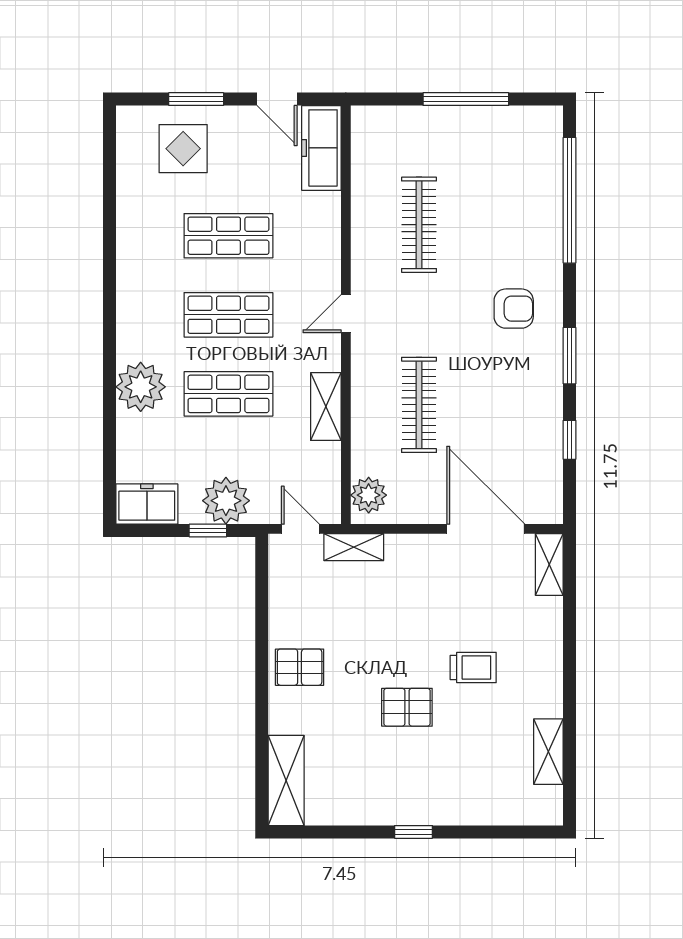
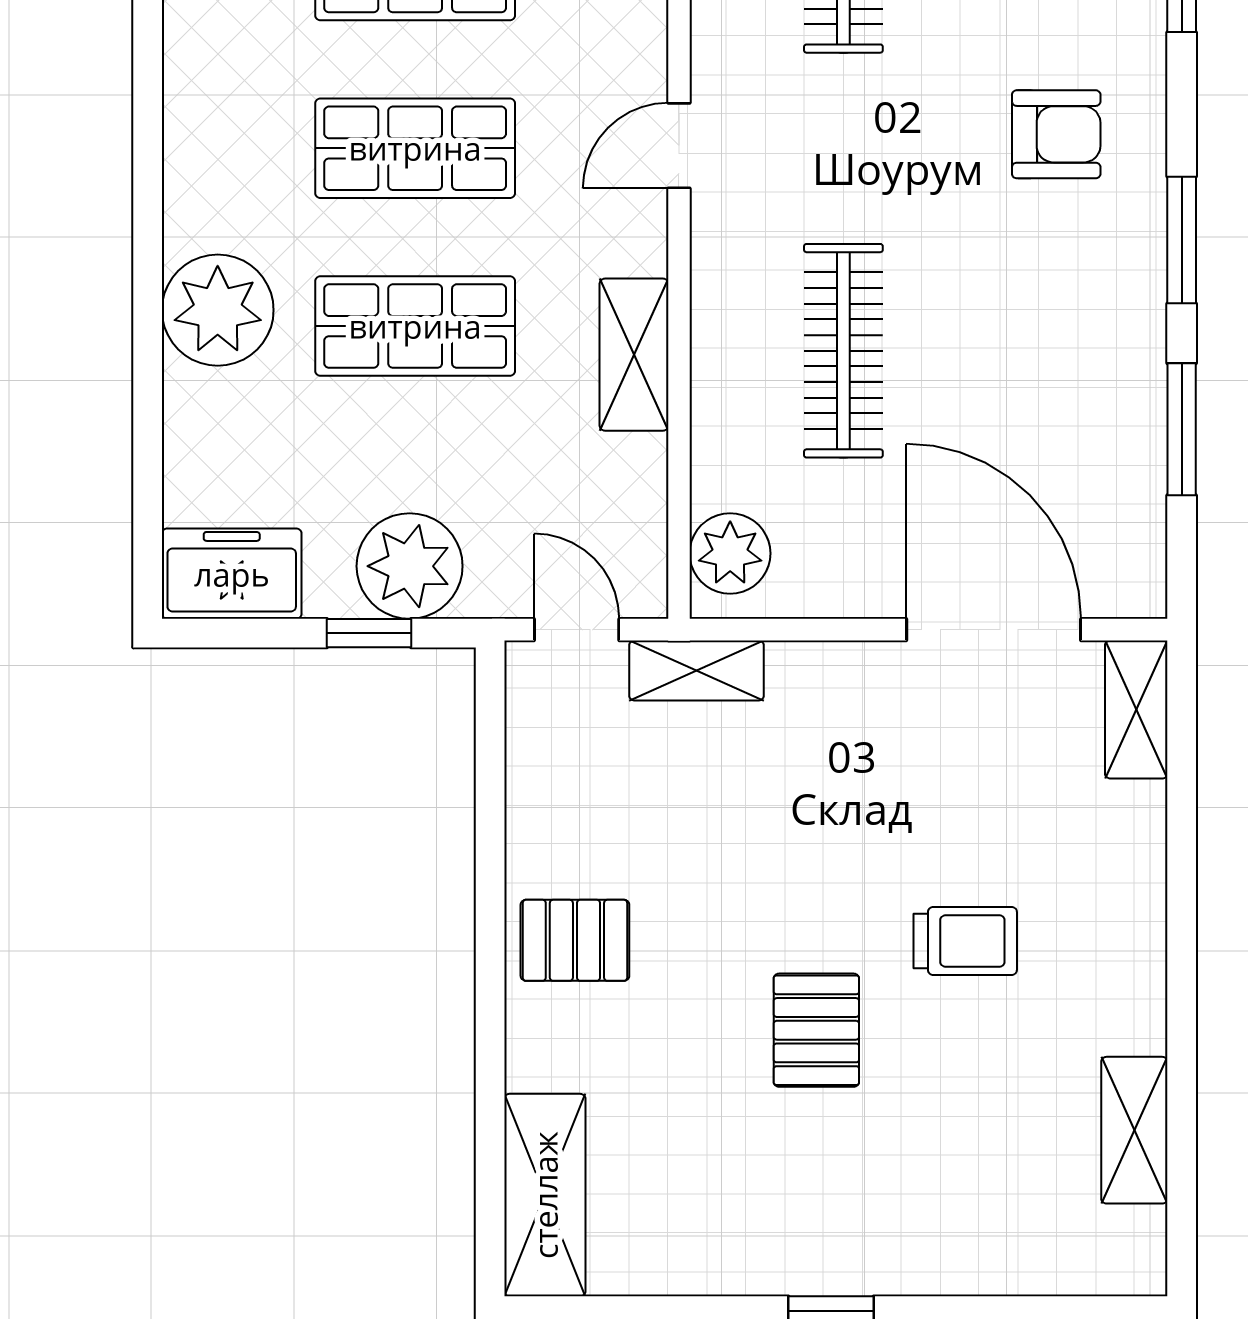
window: (570, 440) -> (1182, 429), width x1.50
pallet: (407, 707) -> (816, 1030), turned 90

